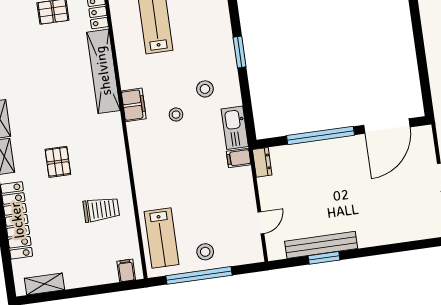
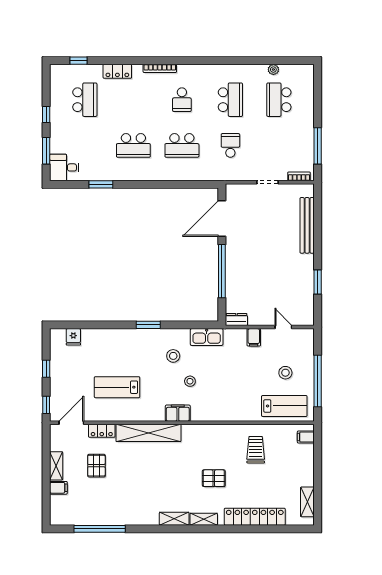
door: (387, 126) -> (222, 219), swing flipped
filing cabinet: (239, 158) -> (254, 337), moved
bench: (321, 245) -> (307, 225), moved
stool: (205, 252) -> (285, 373), moved

